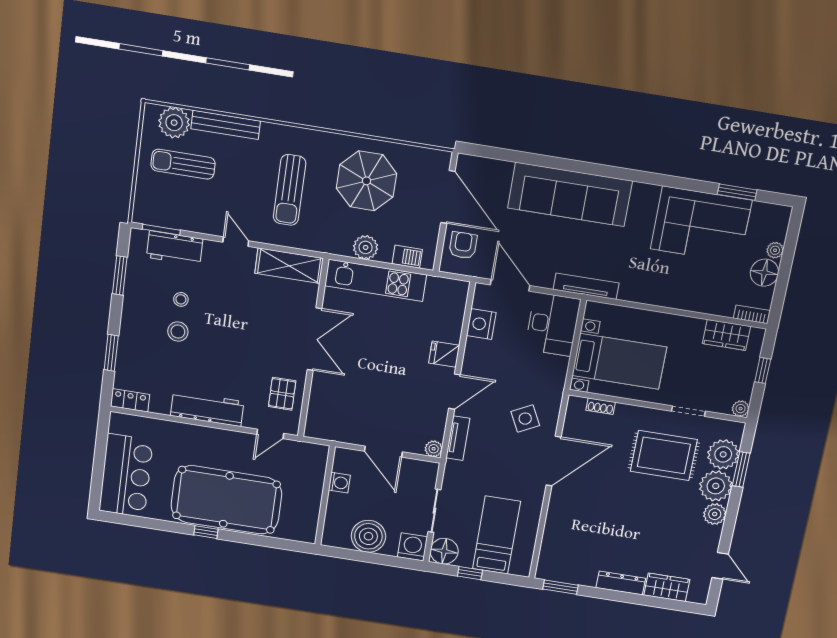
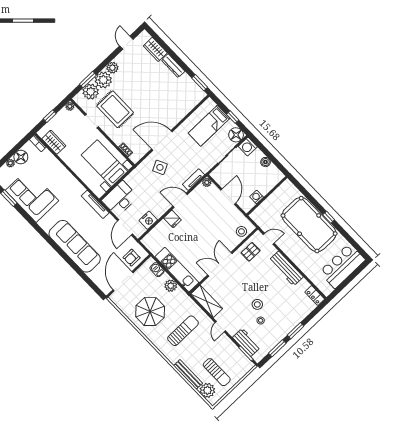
stool: (178, 332) -> (257, 304), moved
window: (111, 353) -> (296, 331), moved
stool: (321, 414) -> (241, 231), added
boiler: (368, 536) -> (266, 162), width x0.54, depth x0.54

